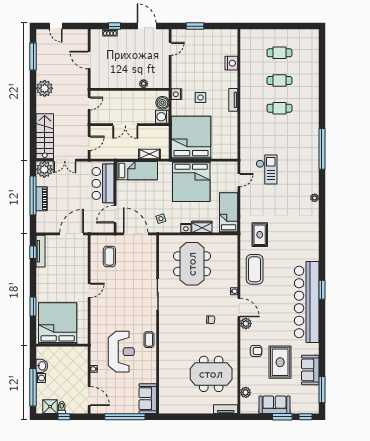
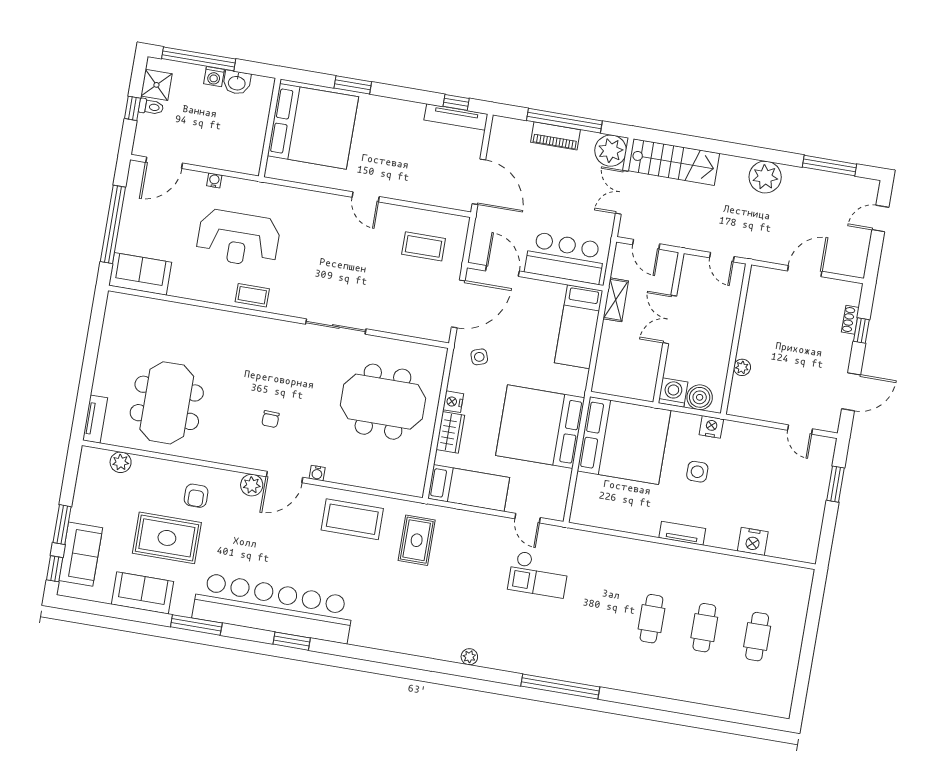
shelving: (149, 154) -> (616, 300), moved
rug: (260, 235) -> (417, 540), turned 90
window: (322, 390) -> (196, 625), moved
sofa: (274, 405) -> (81, 554), moved

